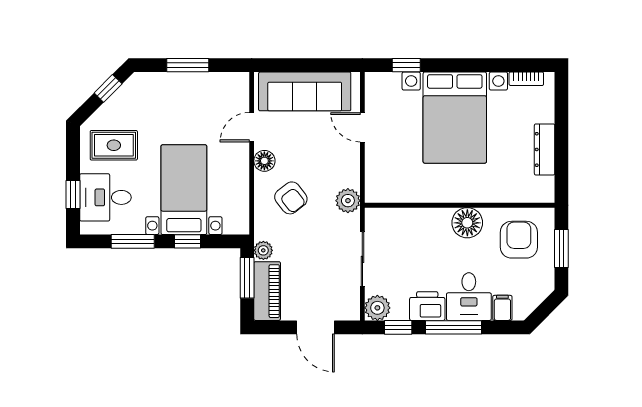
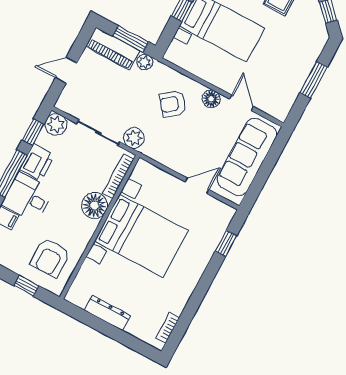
bed with nightstands: (455, 118) -> (141, 236), moved, turned 180
plant: (348, 201) -> (134, 138), moved
bookcase: (396, 214) -> (118, 176), added
floor lamp: (467, 223) -> (94, 205), moved
armchair: (519, 240) -> (50, 258), turned 90
window: (561, 249) -> (26, 286), width x0.67
door: (315, 327) -> (66, 70), width x0.73

